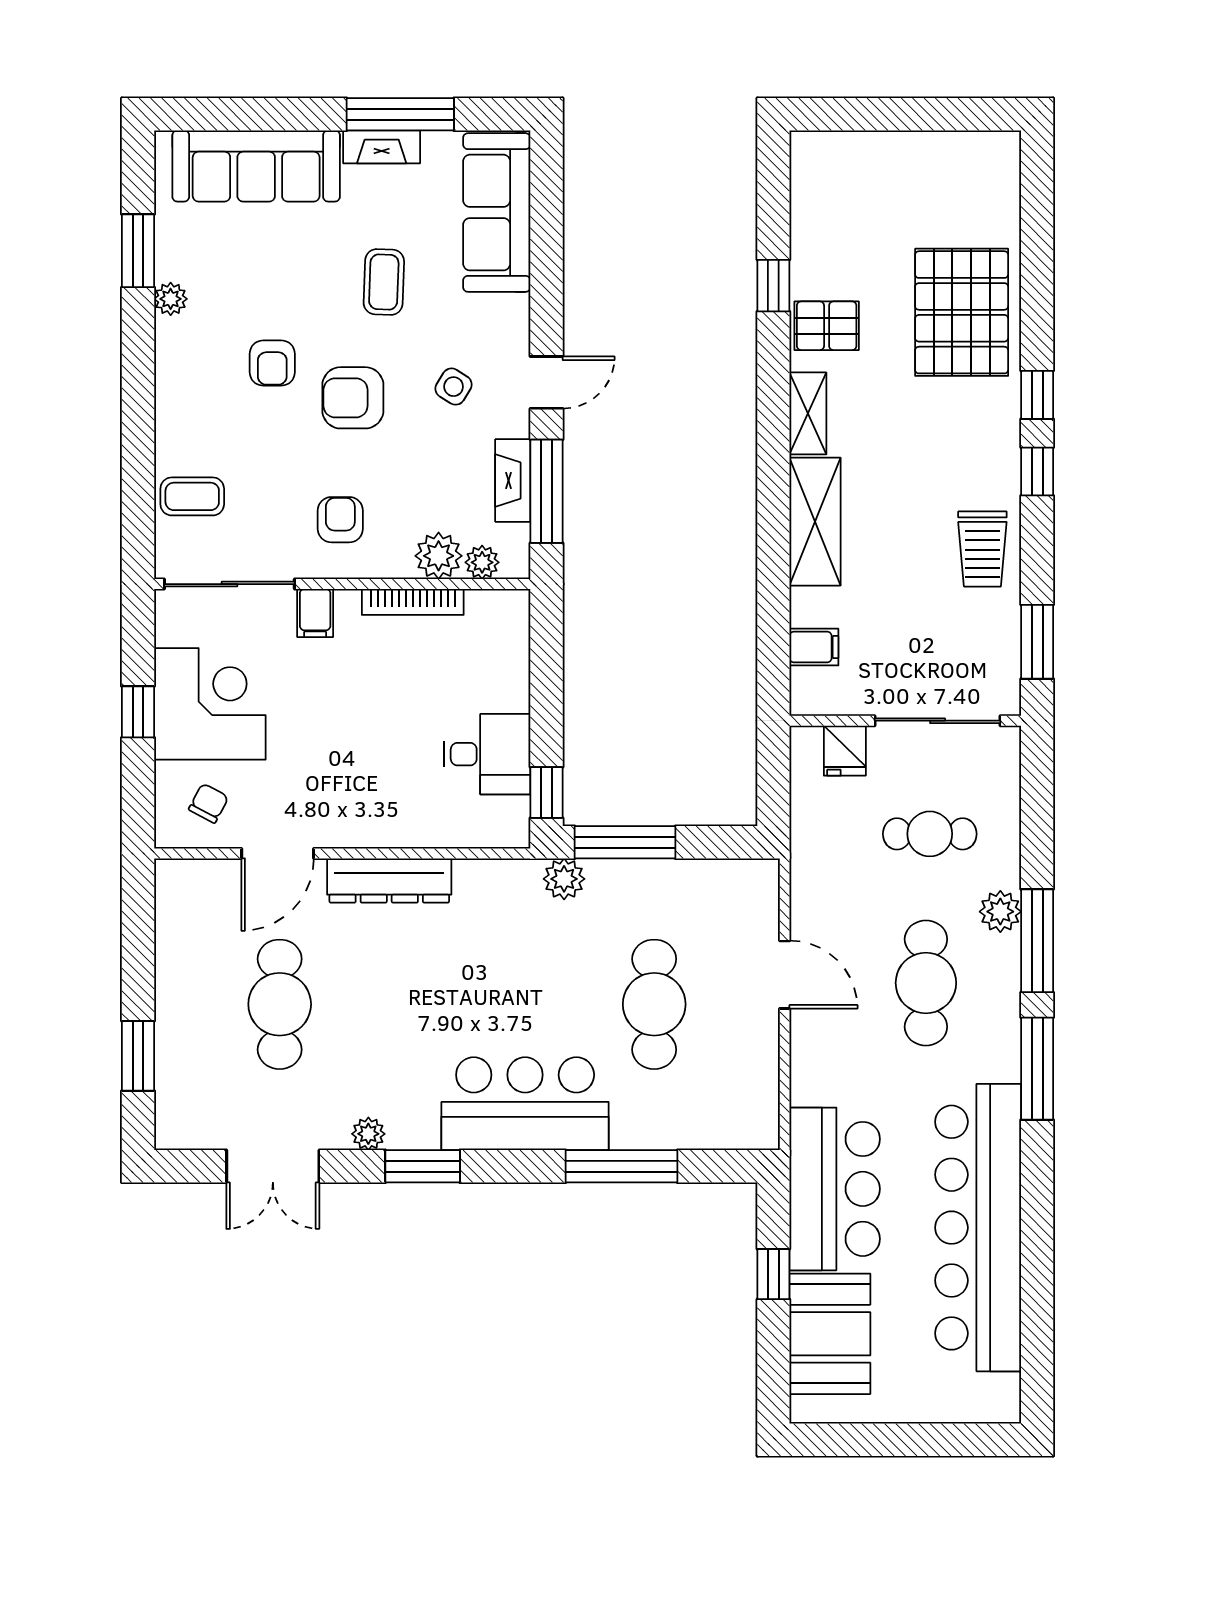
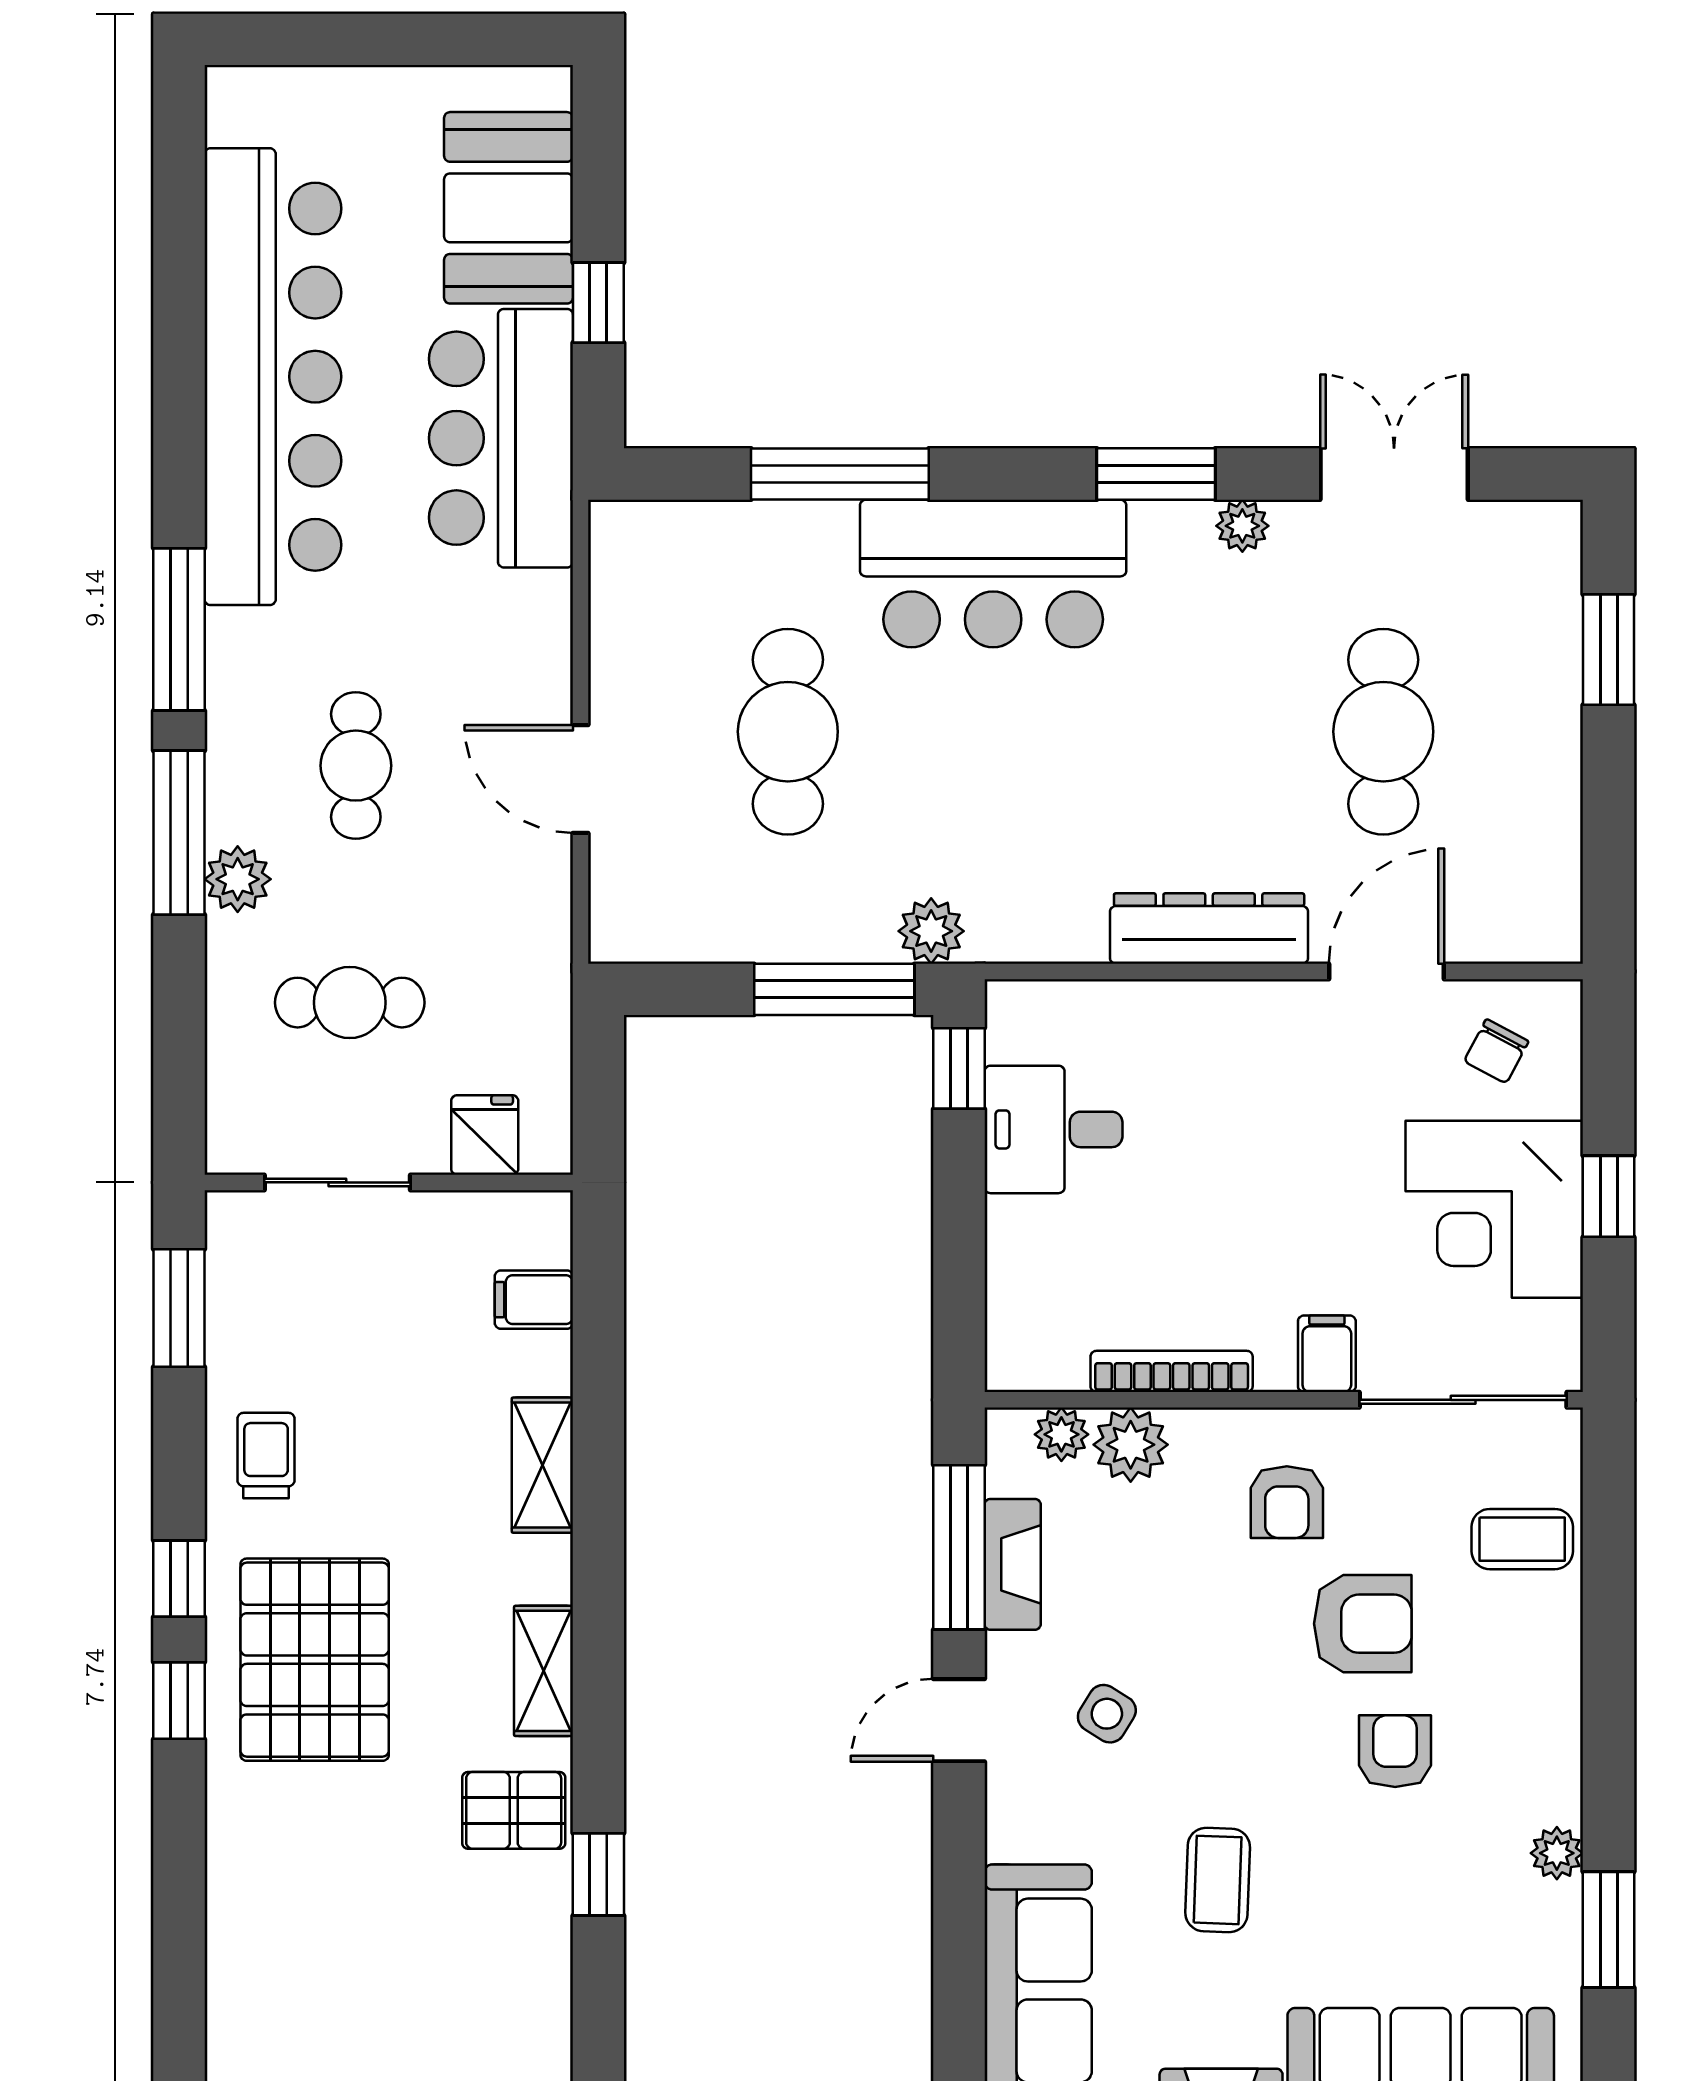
pallet: (962, 312) -> (315, 1660), moved
armchair: (353, 398) -> (1363, 1624), moved
shelving: (815, 522) -> (542, 1465), width x0.67, depth x0.75
trolley: (982, 549) -> (266, 1456), width x0.73, depth x0.72
sliding door: (938, 721) -> (337, 1182), width x0.73
cafe table: (926, 983) -> (356, 766), width x0.73, depth x0.74

